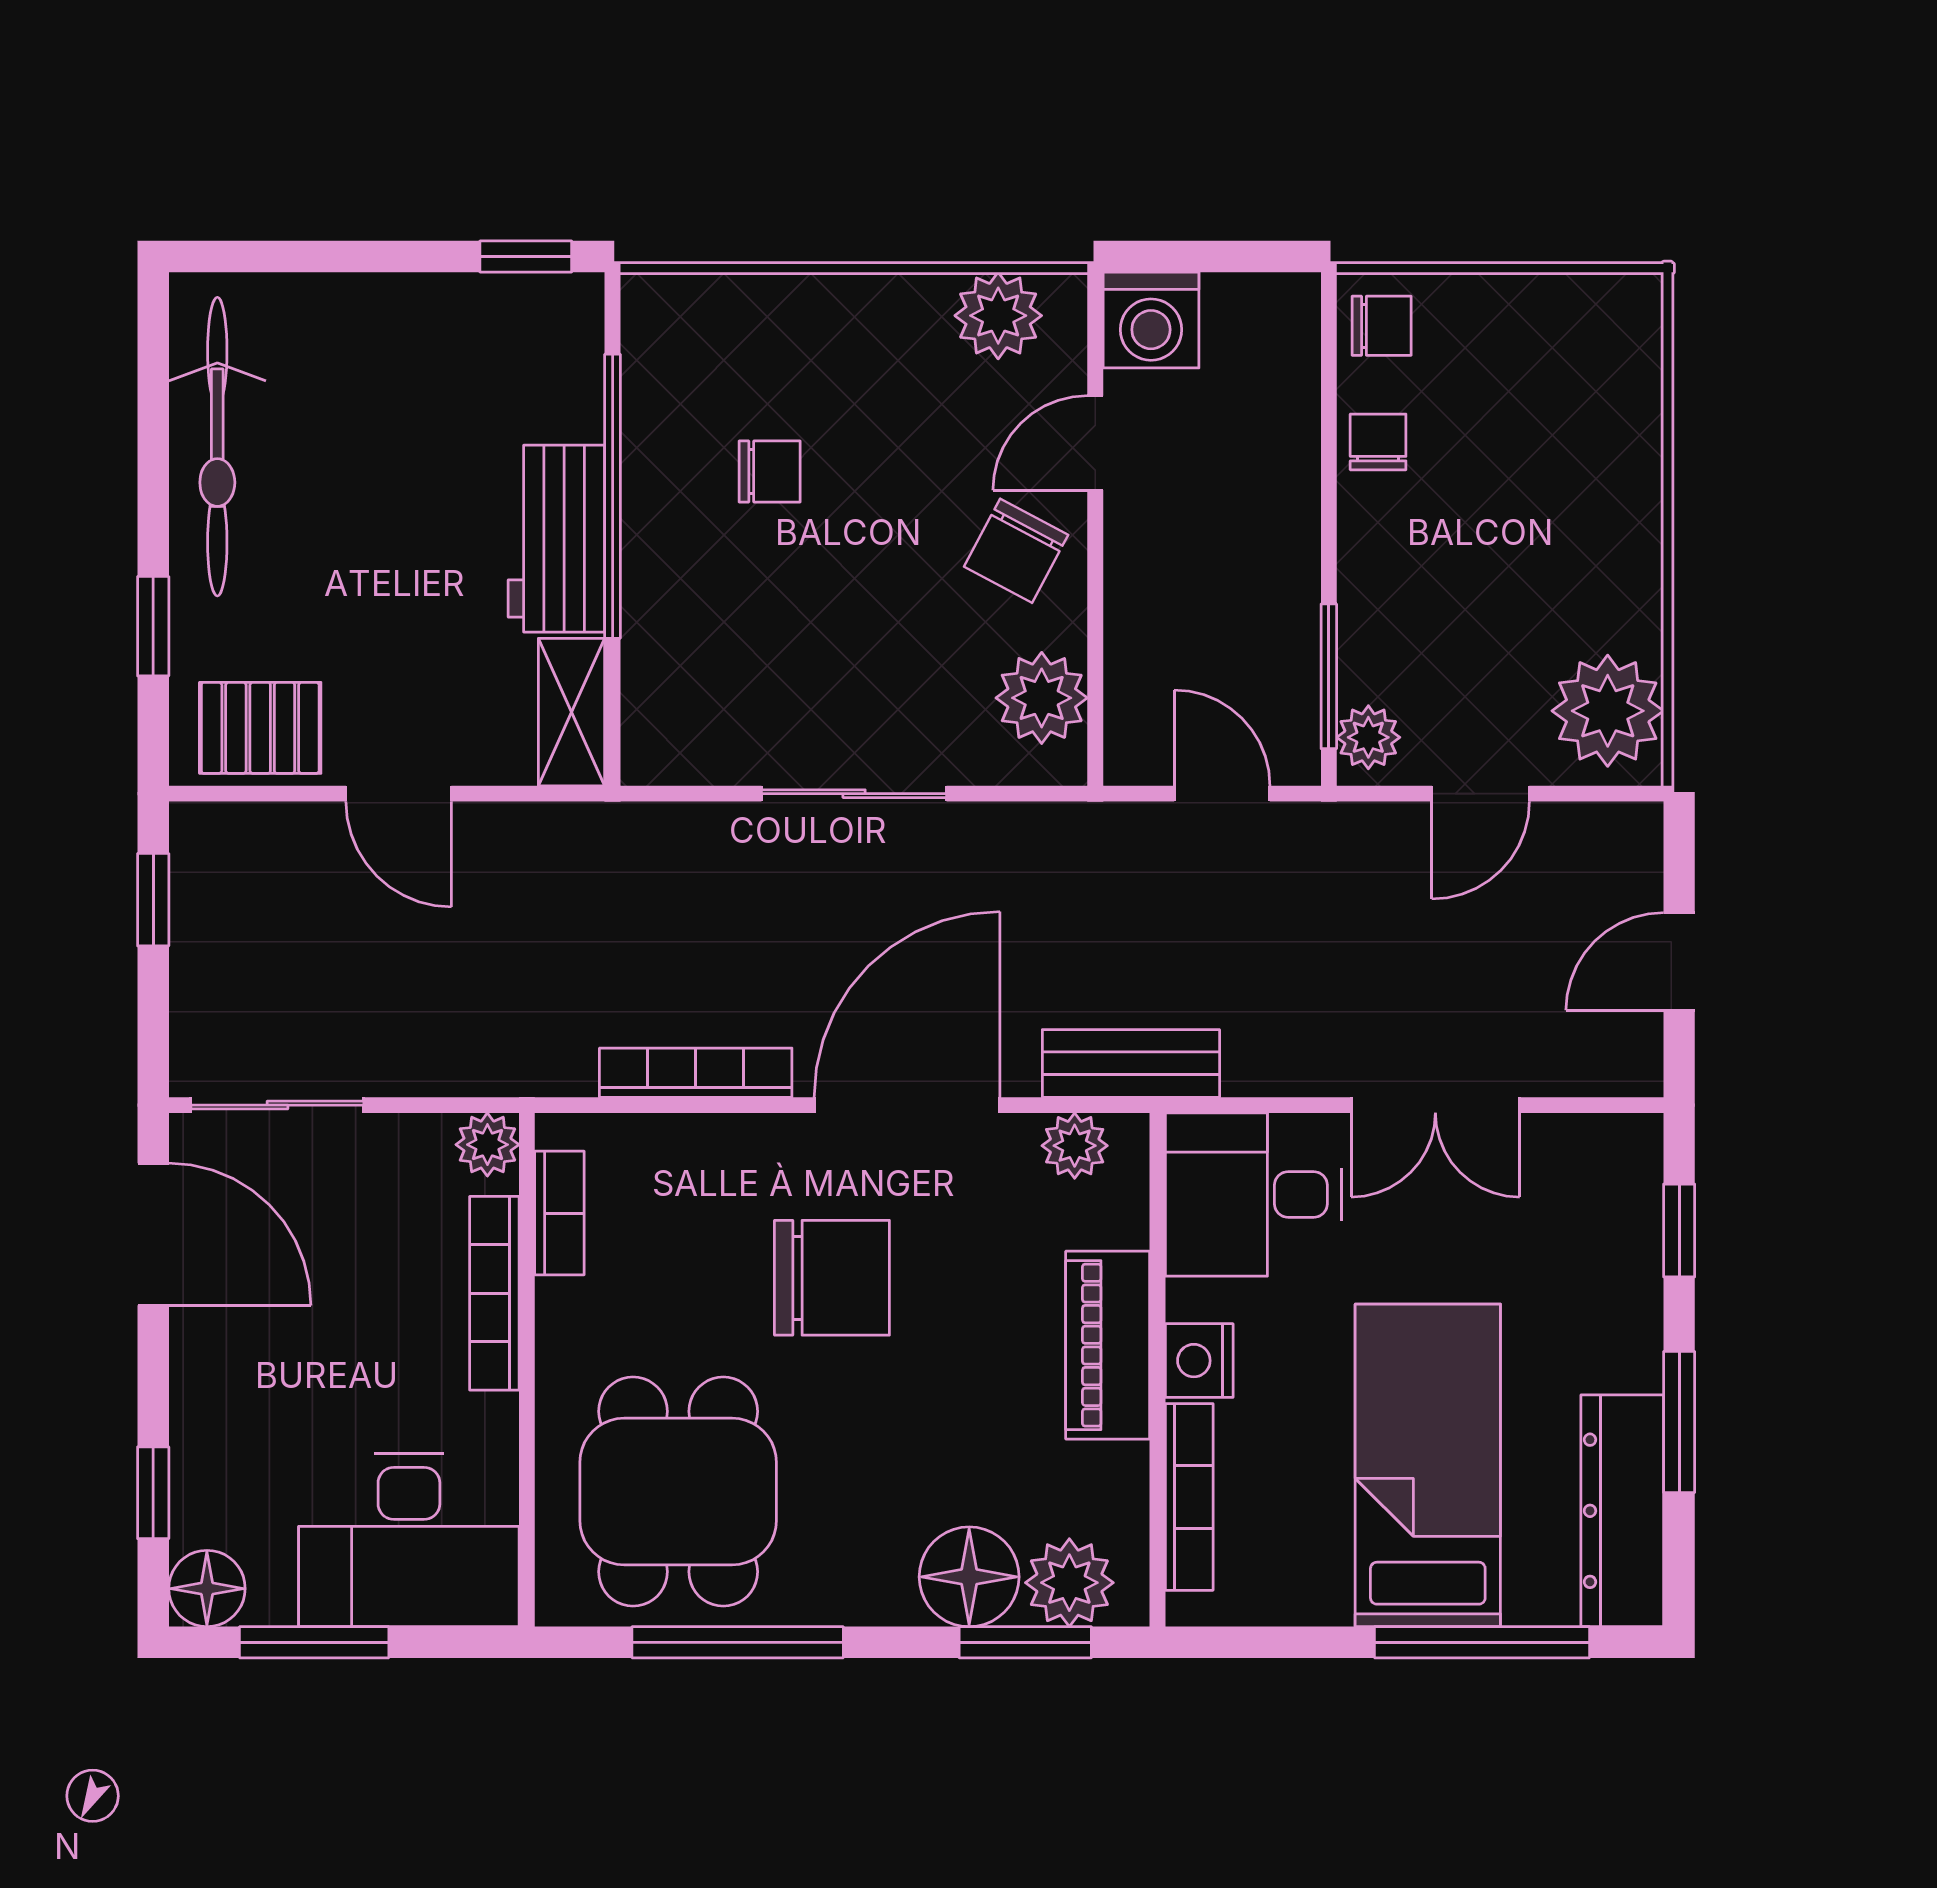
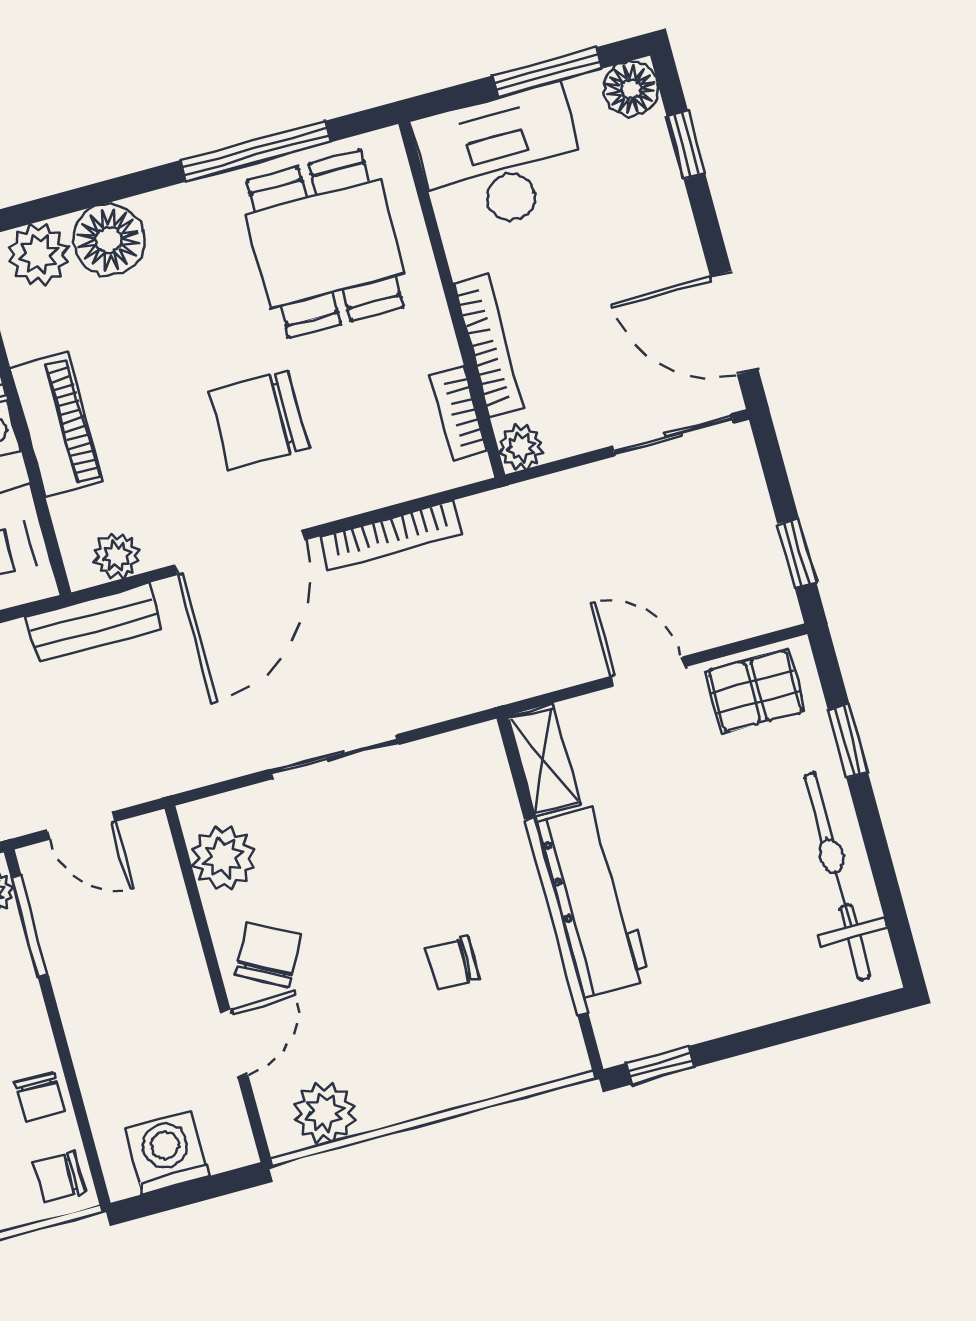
washing machine: (1151, 320) -> (167, 1152), moved
workbench: (556, 539) -> (593, 901), width x1.38
window: (1025, 1642) -> (58, 205), removed

